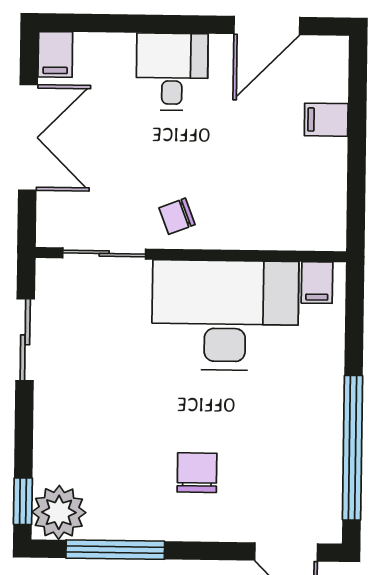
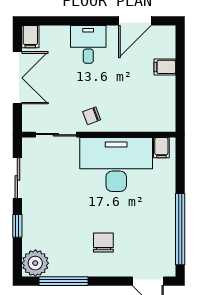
window: (23, 501) -> (17, 226), moved

